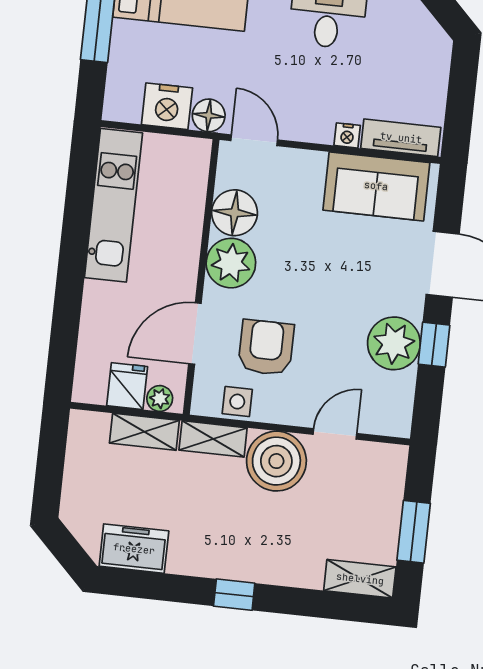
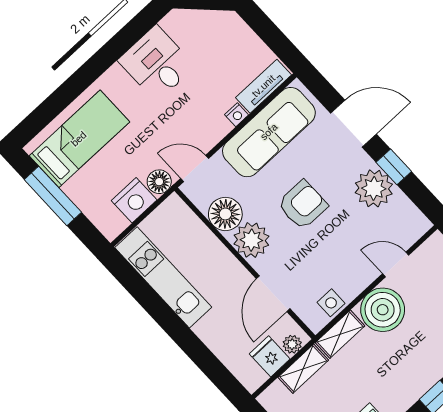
sofa: (376, 186) -> (269, 132), width x1.36
armchair: (266, 347) -> (303, 205), moved, turned 90
door: (335, 434) -> (396, 264), hinge flipped

